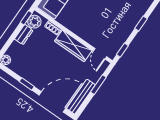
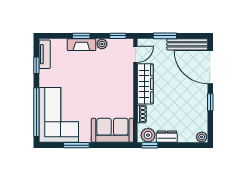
fireplace: (135, 19) -> (81, 45), added
plant: (125, 34) -> (102, 44), added

